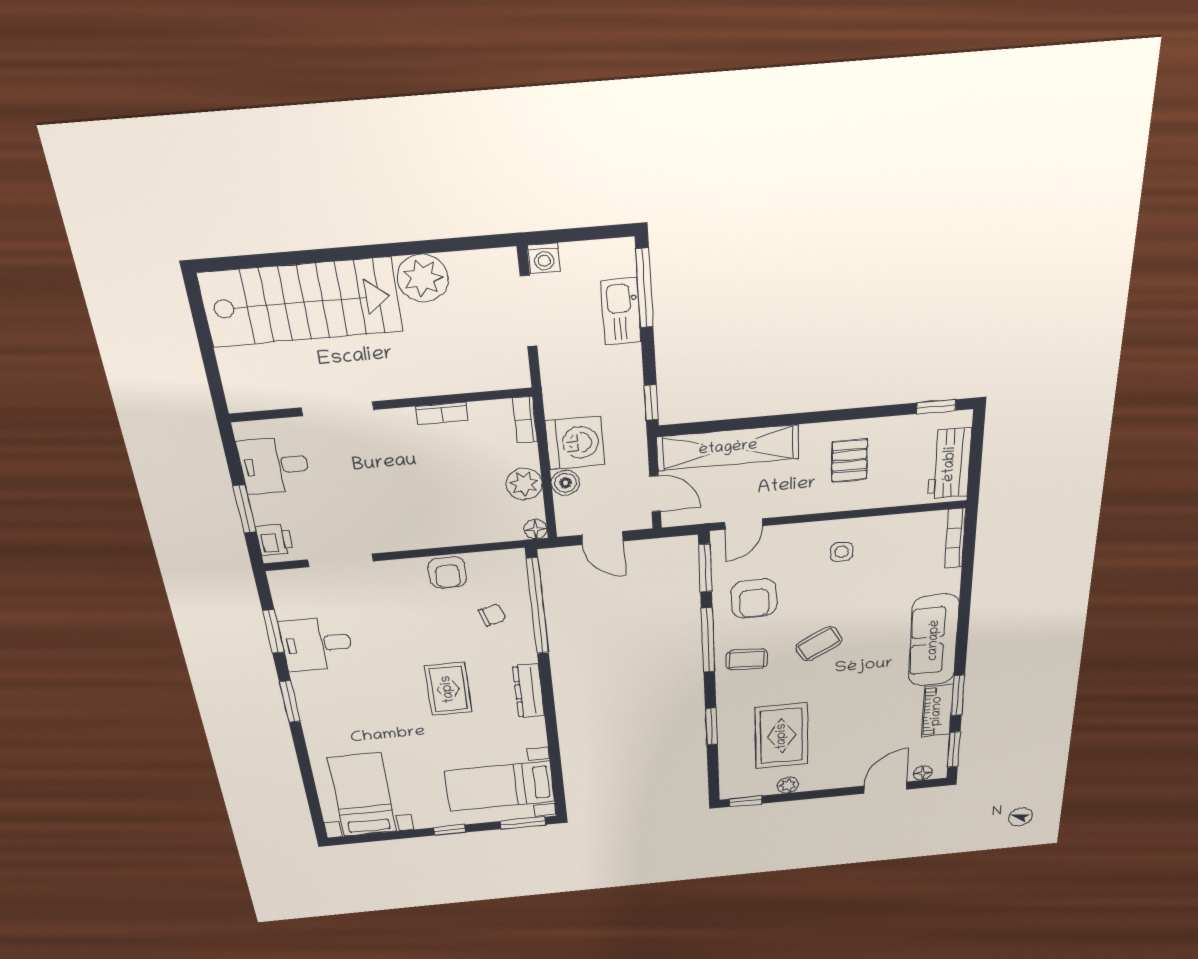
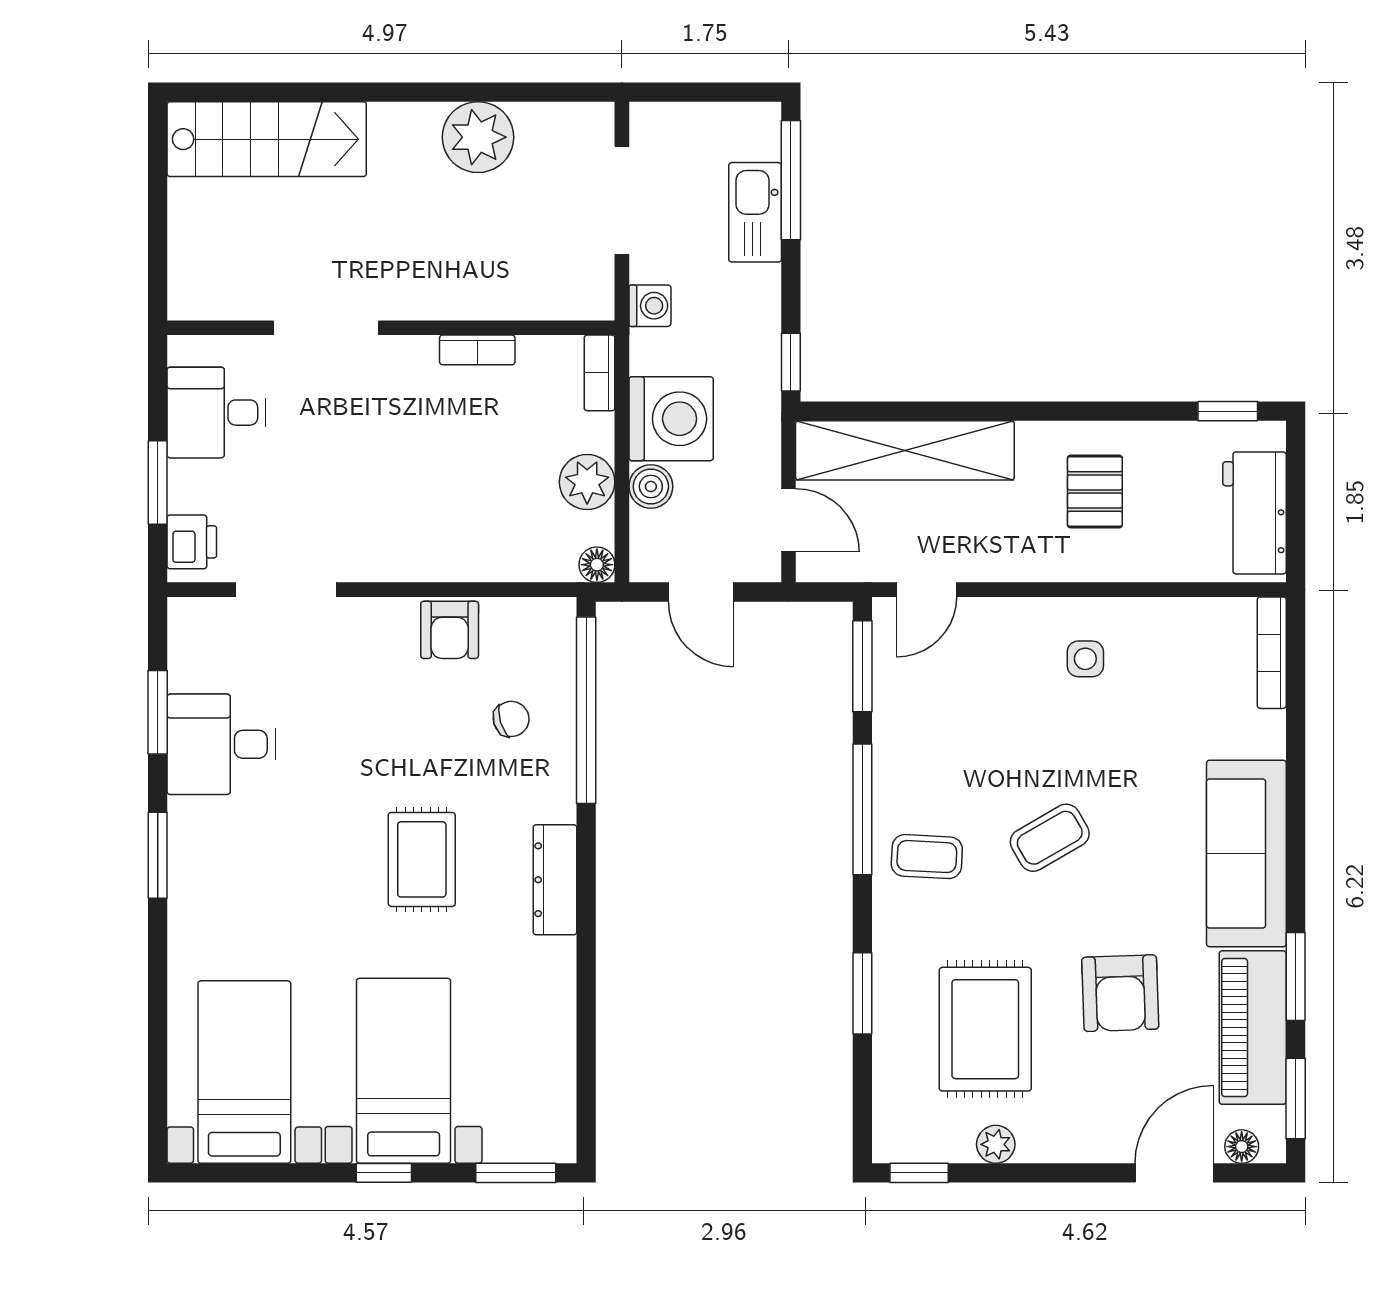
washing machine: (544, 258) -> (650, 306), moved, turned -90
stairs: (301, 302) -> (267, 139), width x0.73, depth x0.66
armchair: (754, 598) -> (1120, 993), moved
piano: (937, 711) -> (1253, 1028), width x1.37, depth x1.33
bed with nightstands: (500, 786) -> (404, 1071), moved, turned 90

